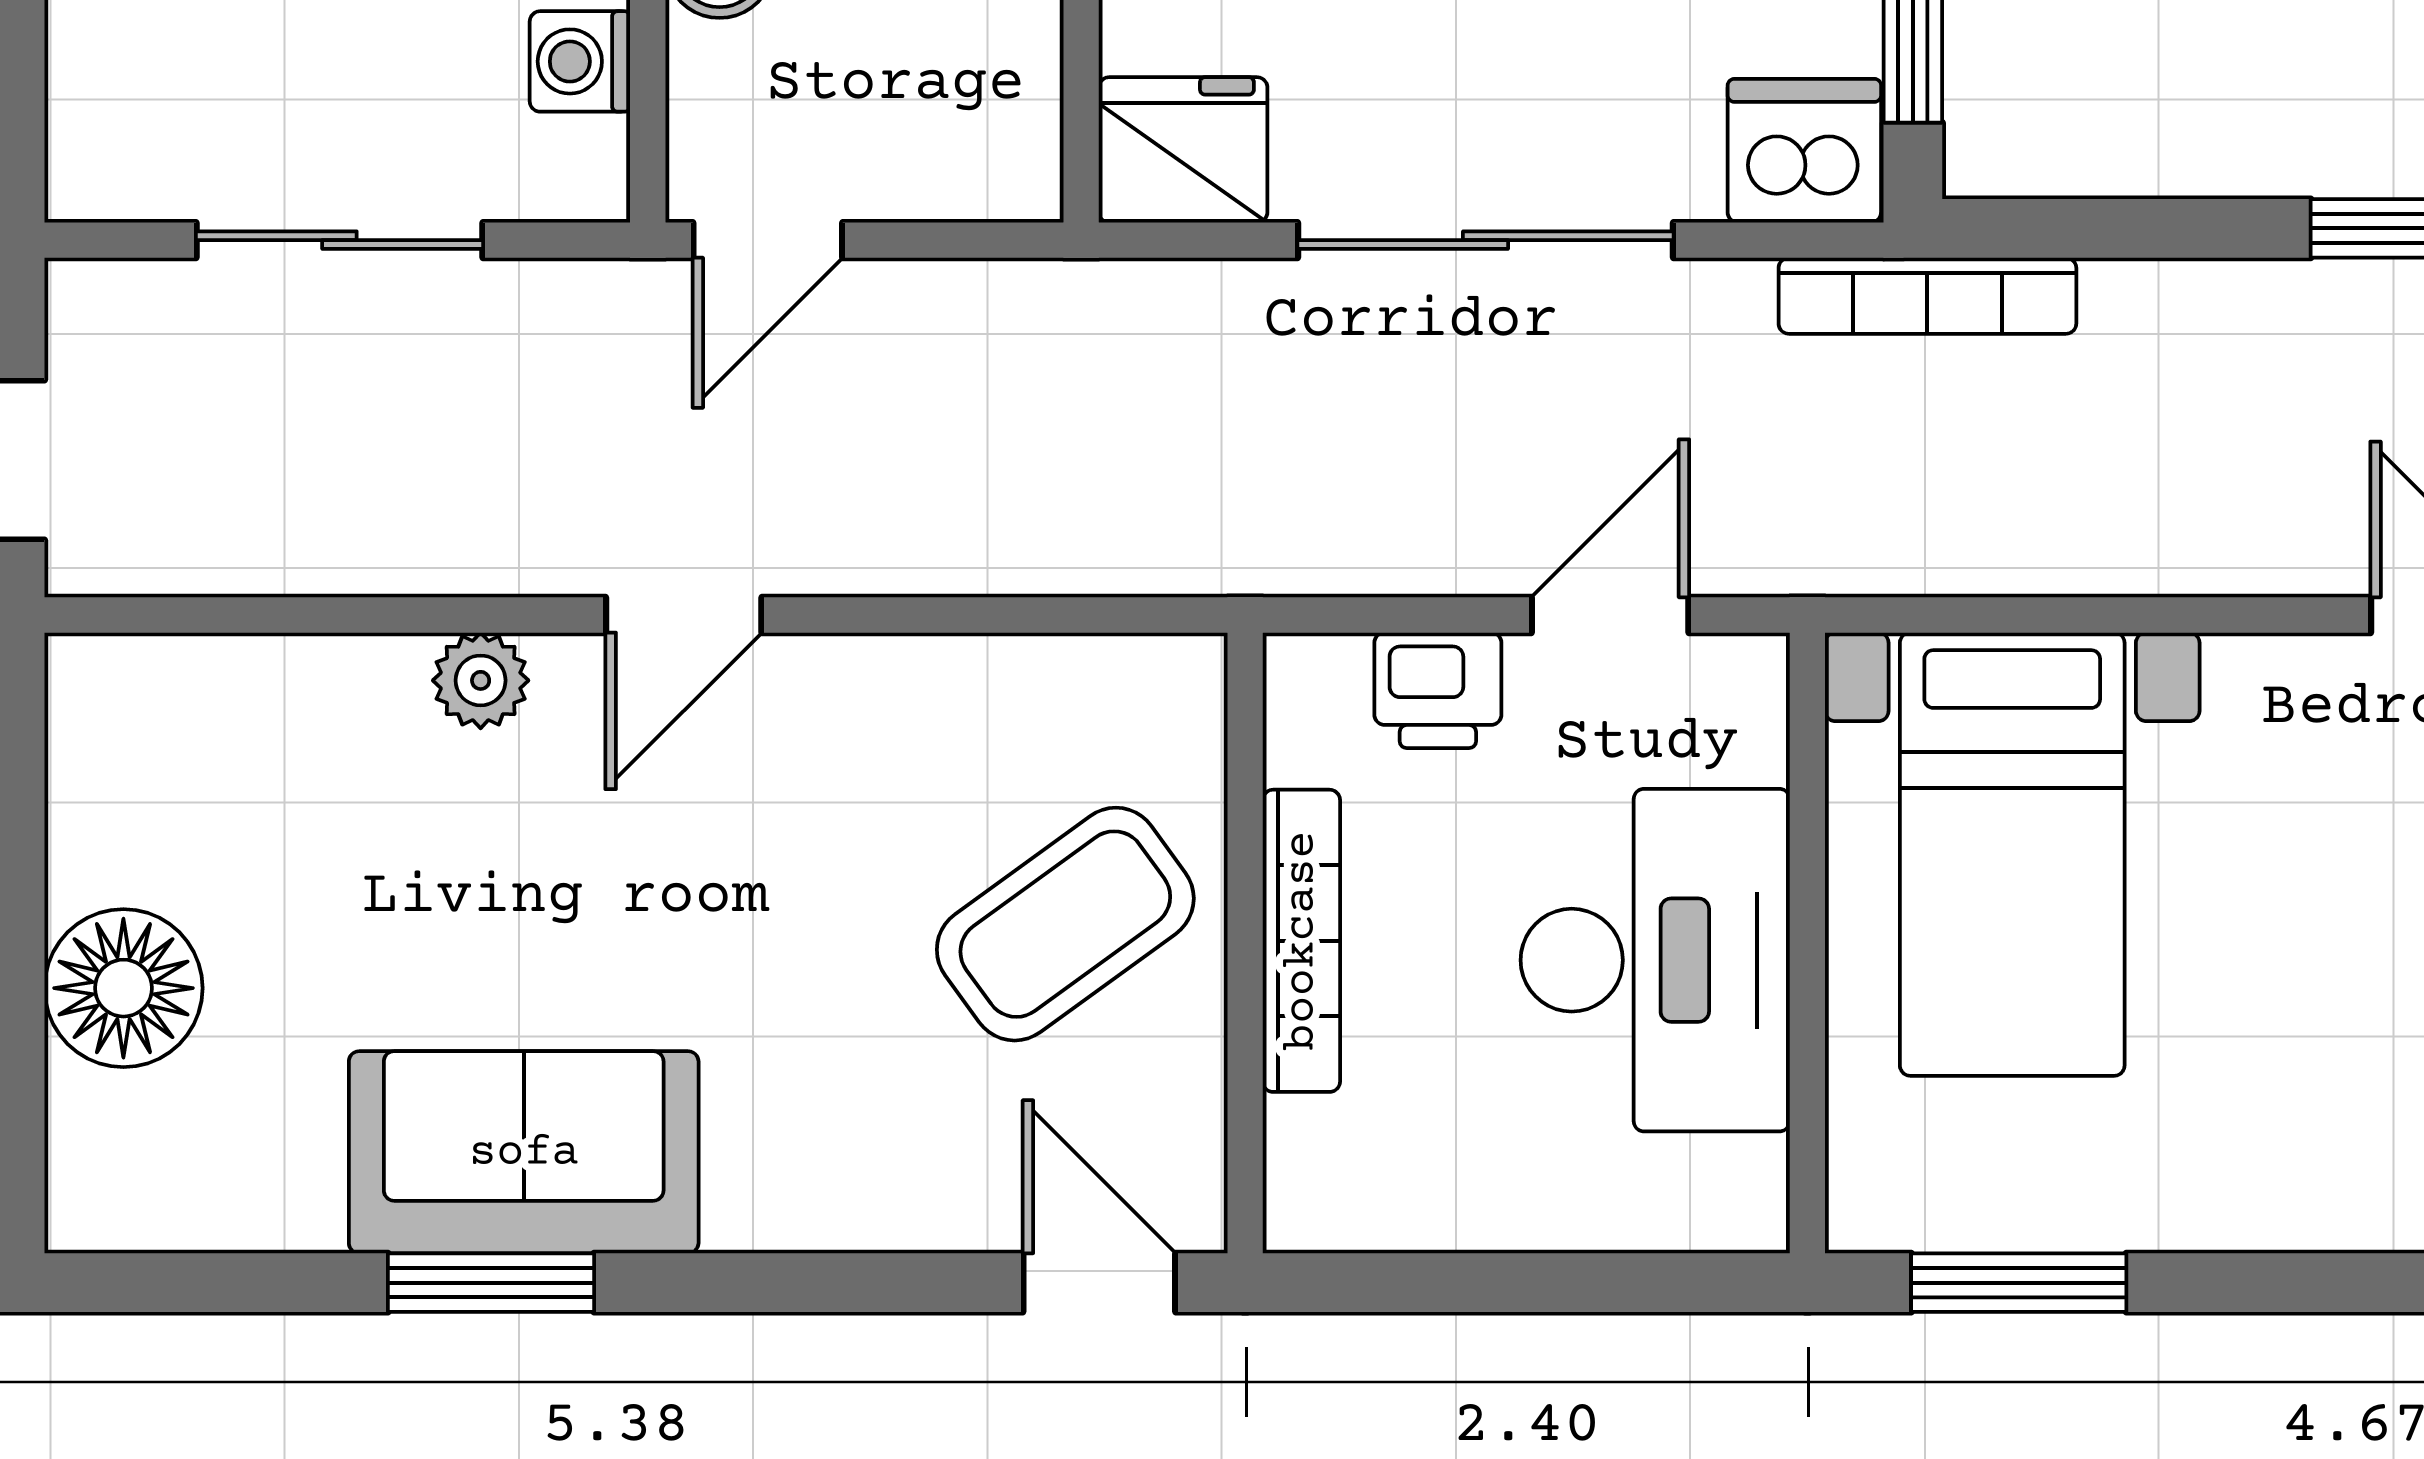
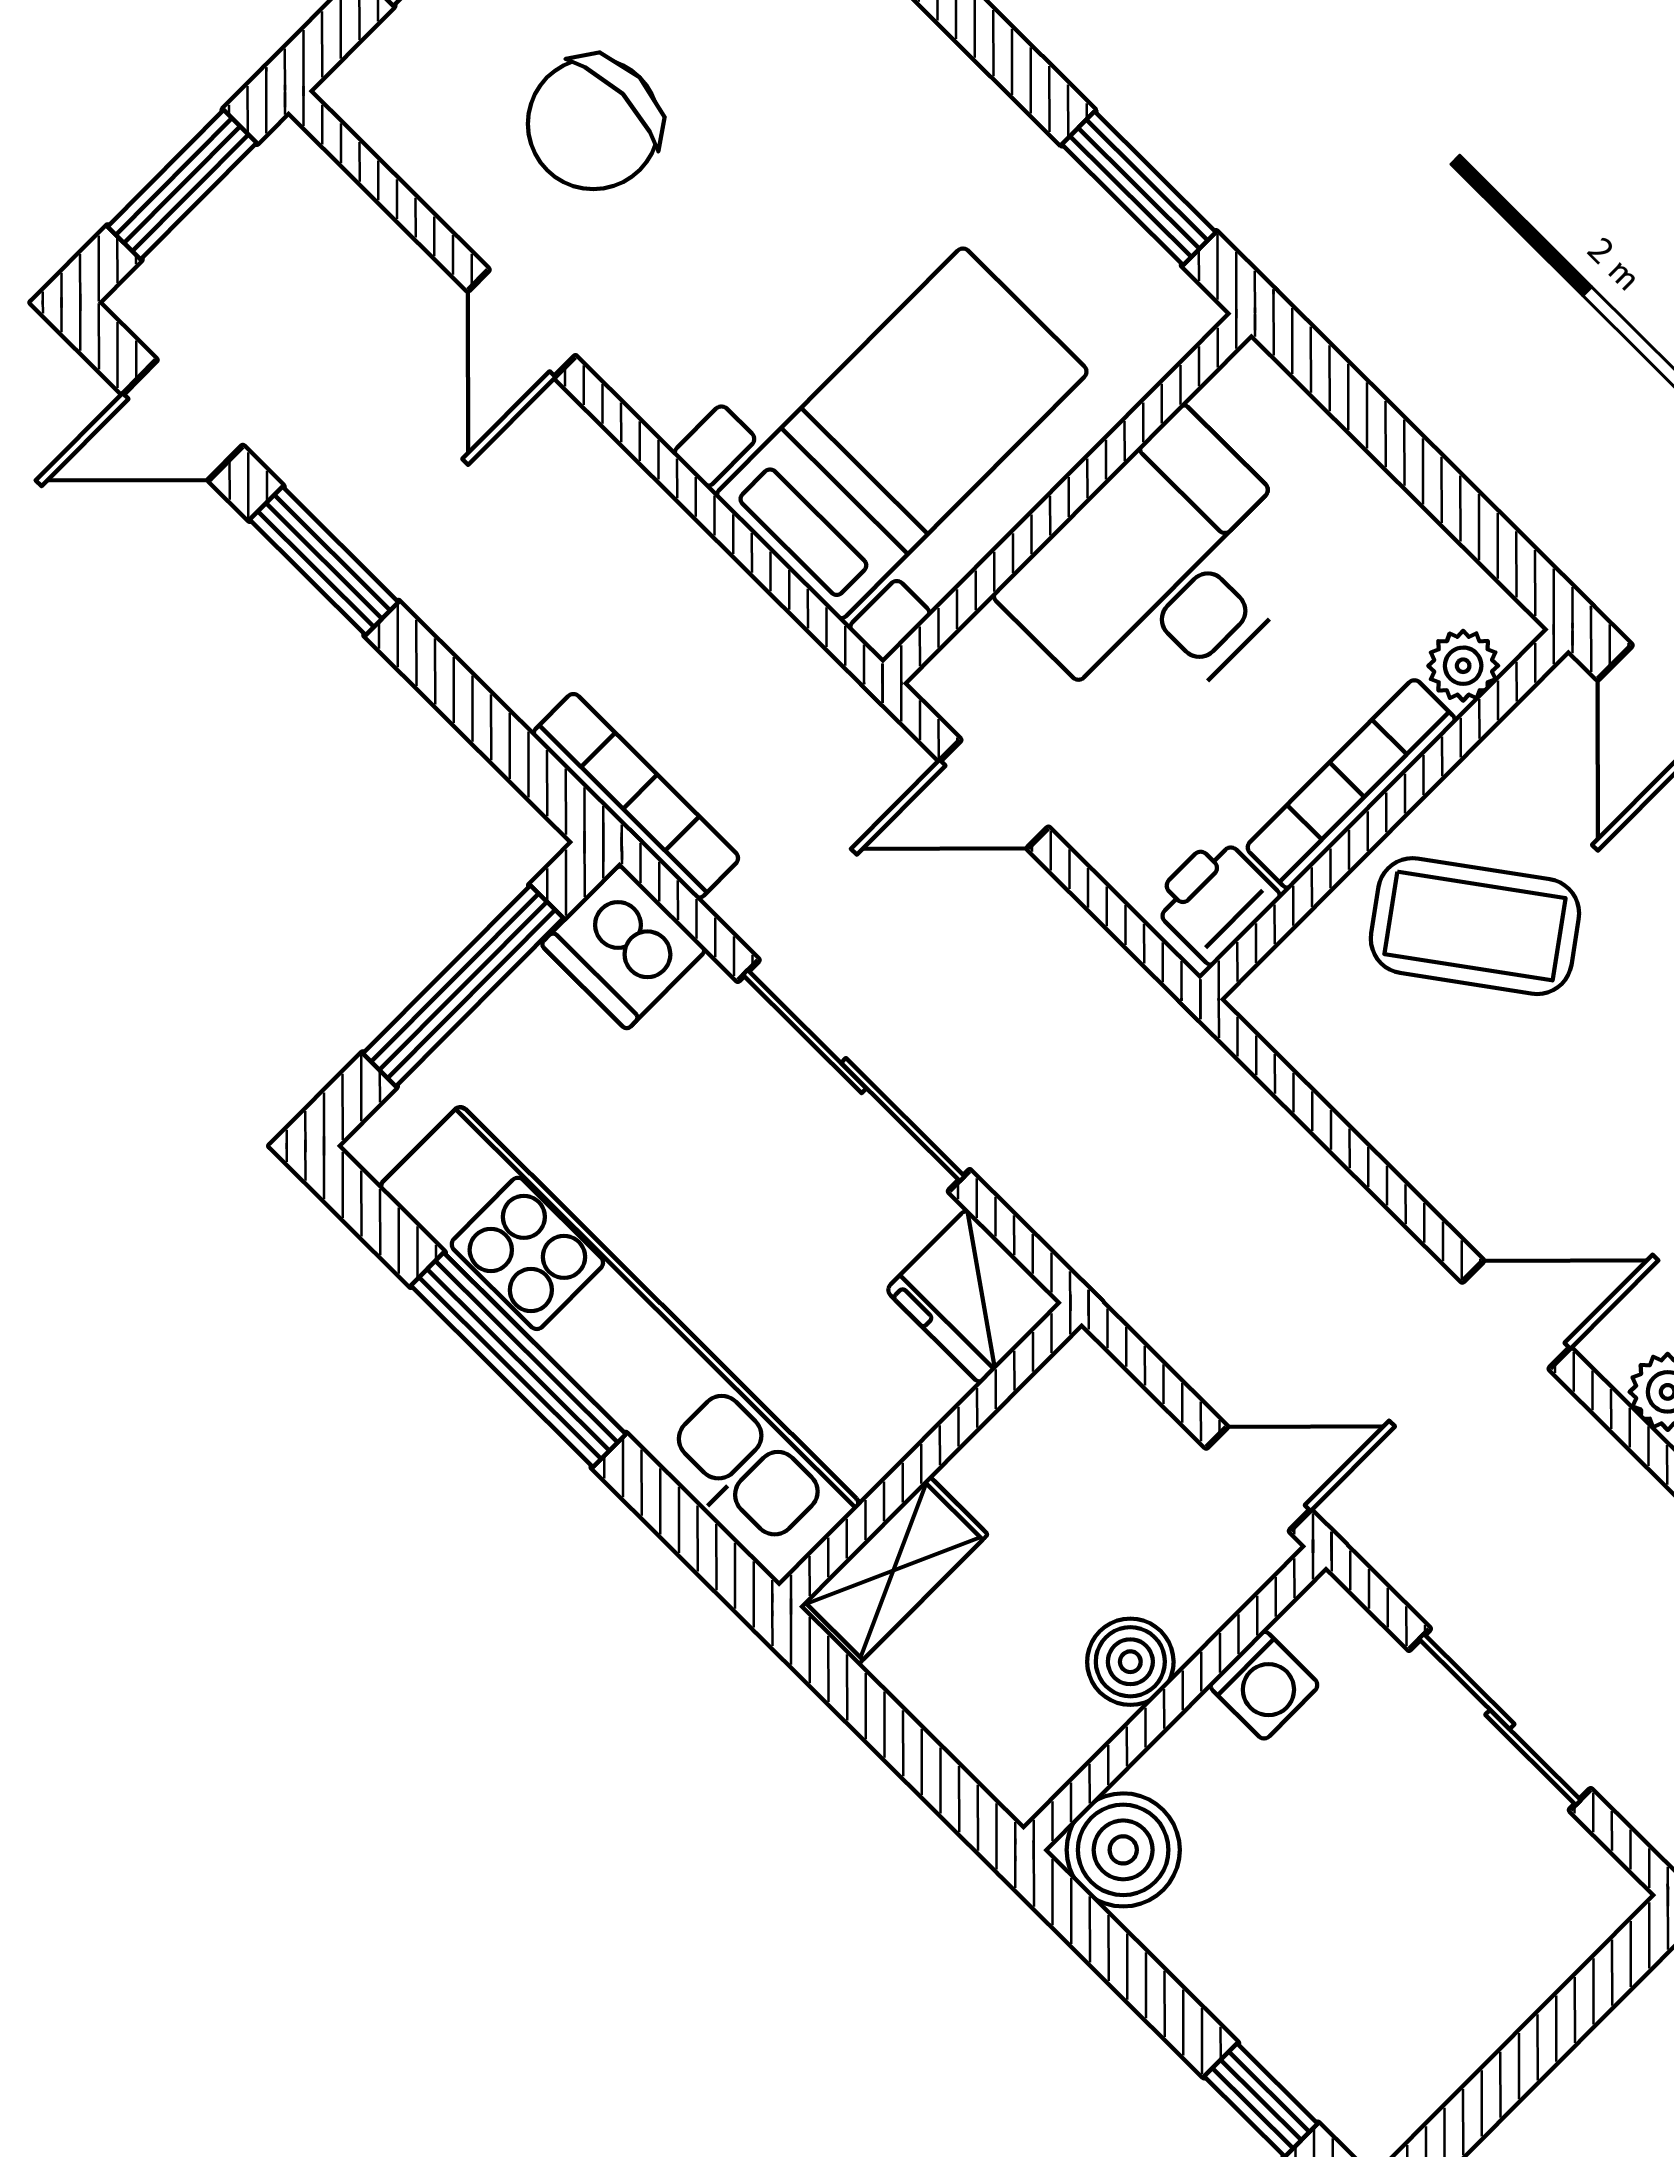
printer: (1438, 690) -> (1215, 900), moved, turned -90
plant: (1307, 1145) -> (1463, 666), added

